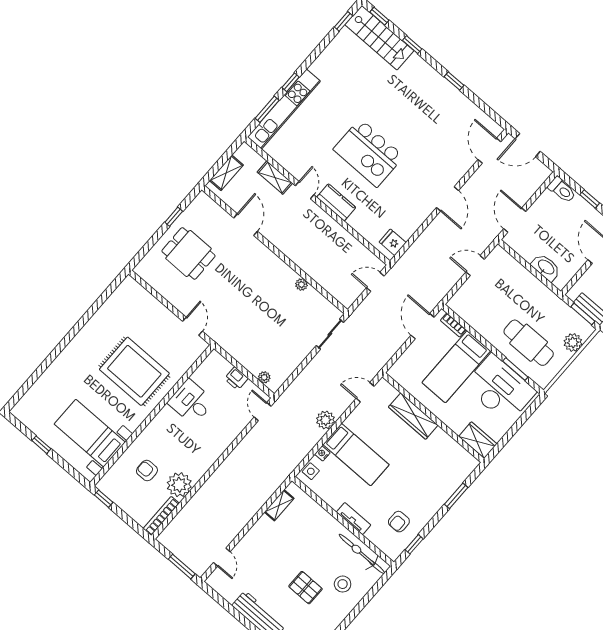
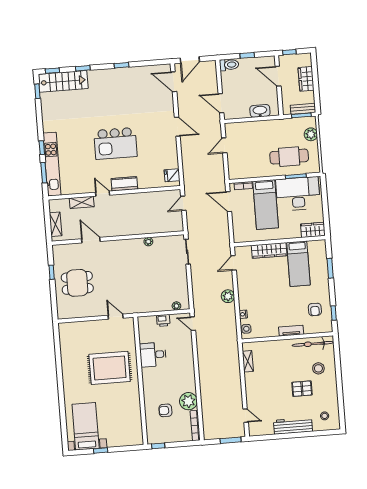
bed with nightstands: (90, 433) -> (86, 426), moved, turned 90
bed: (356, 455) -> (298, 264), moved, turned 90

